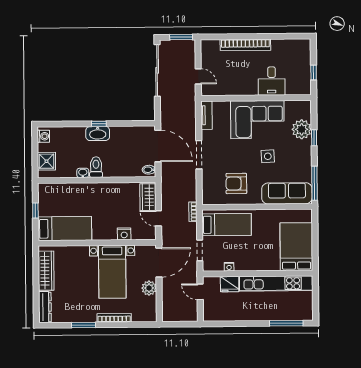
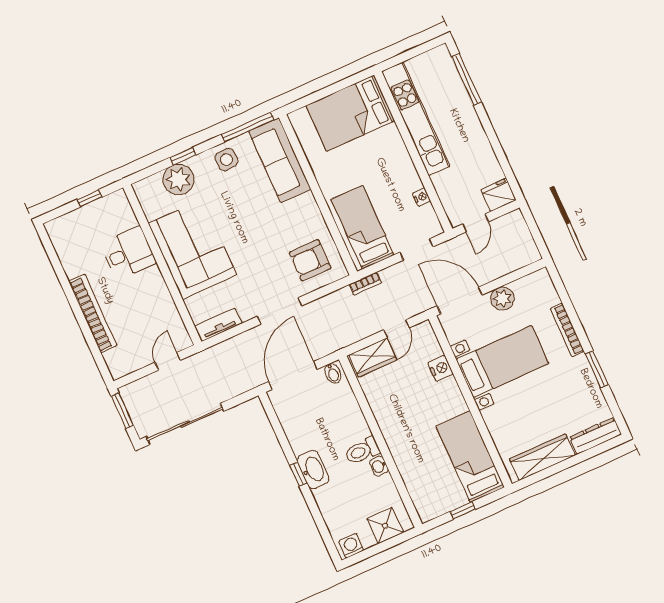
side table: (268, 156) -> (226, 160), moved
armchair: (236, 184) -> (310, 260), moved, turned 90
fridge: (230, 284) -> (498, 195), moved, turned -90

